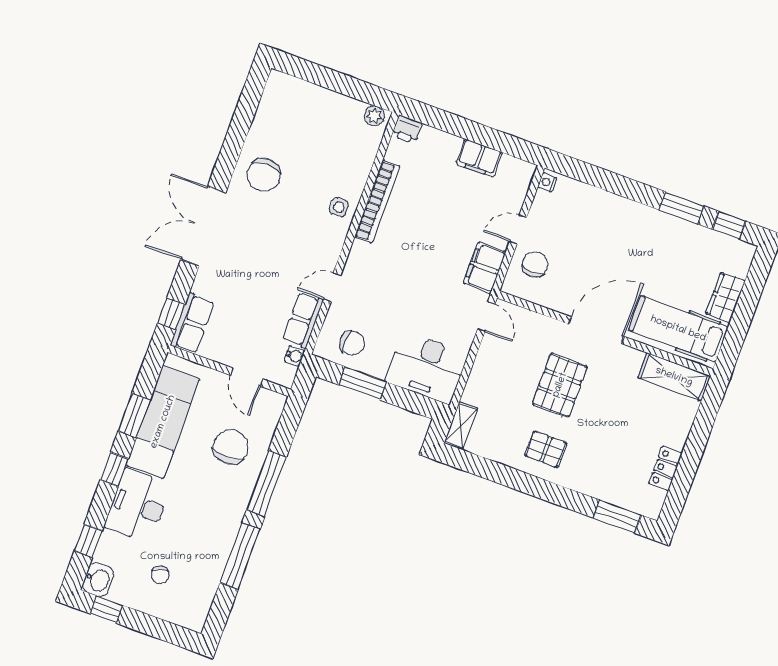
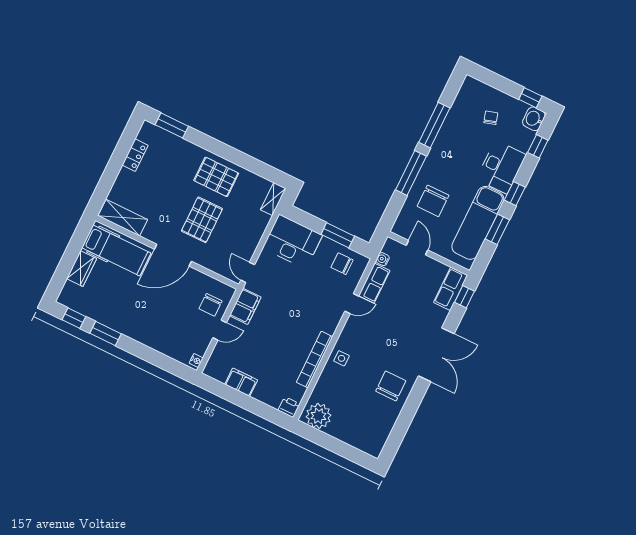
plant: (374, 116) -> (318, 416), width x1.87, depth x1.87
pallet: (546, 449) -> (216, 177), width x1.50, depth x1.42

